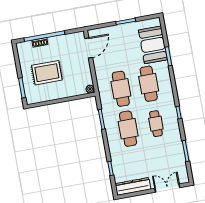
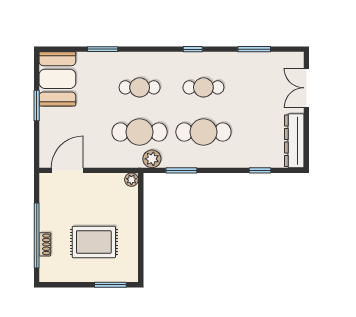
booth: (153, 45) -> (57, 79), moved, turned 90
door: (89, 48) -> (67, 170), hinge flipped
rug: (47, 73) -> (94, 242), turned 90
cafe table: (149, 84) -> (140, 87), width x0.73, depth x0.74
plant: (105, 100) -> (152, 159), added

